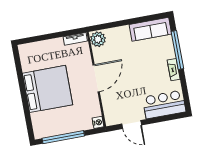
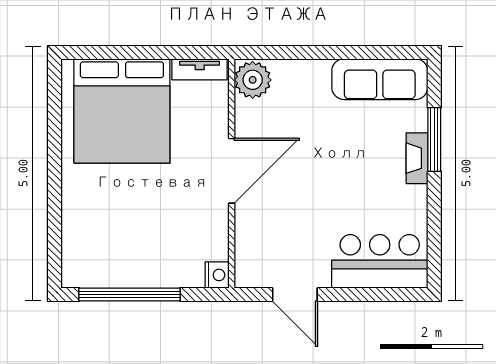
window: (177, 50) -> (434, 139), width x0.68
fireplace: (174, 70) -> (417, 158), moved
bed: (48, 89) -> (122, 111), moved, turned 90

